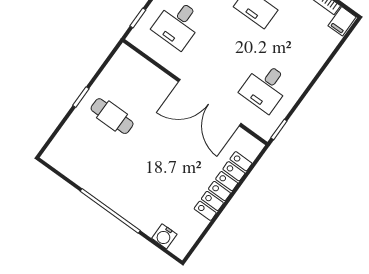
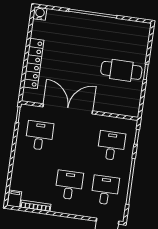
cafe table: (112, 116) -> (121, 70), width x1.37, depth x1.35
water cooler: (164, 236) -> (40, 14), moved

